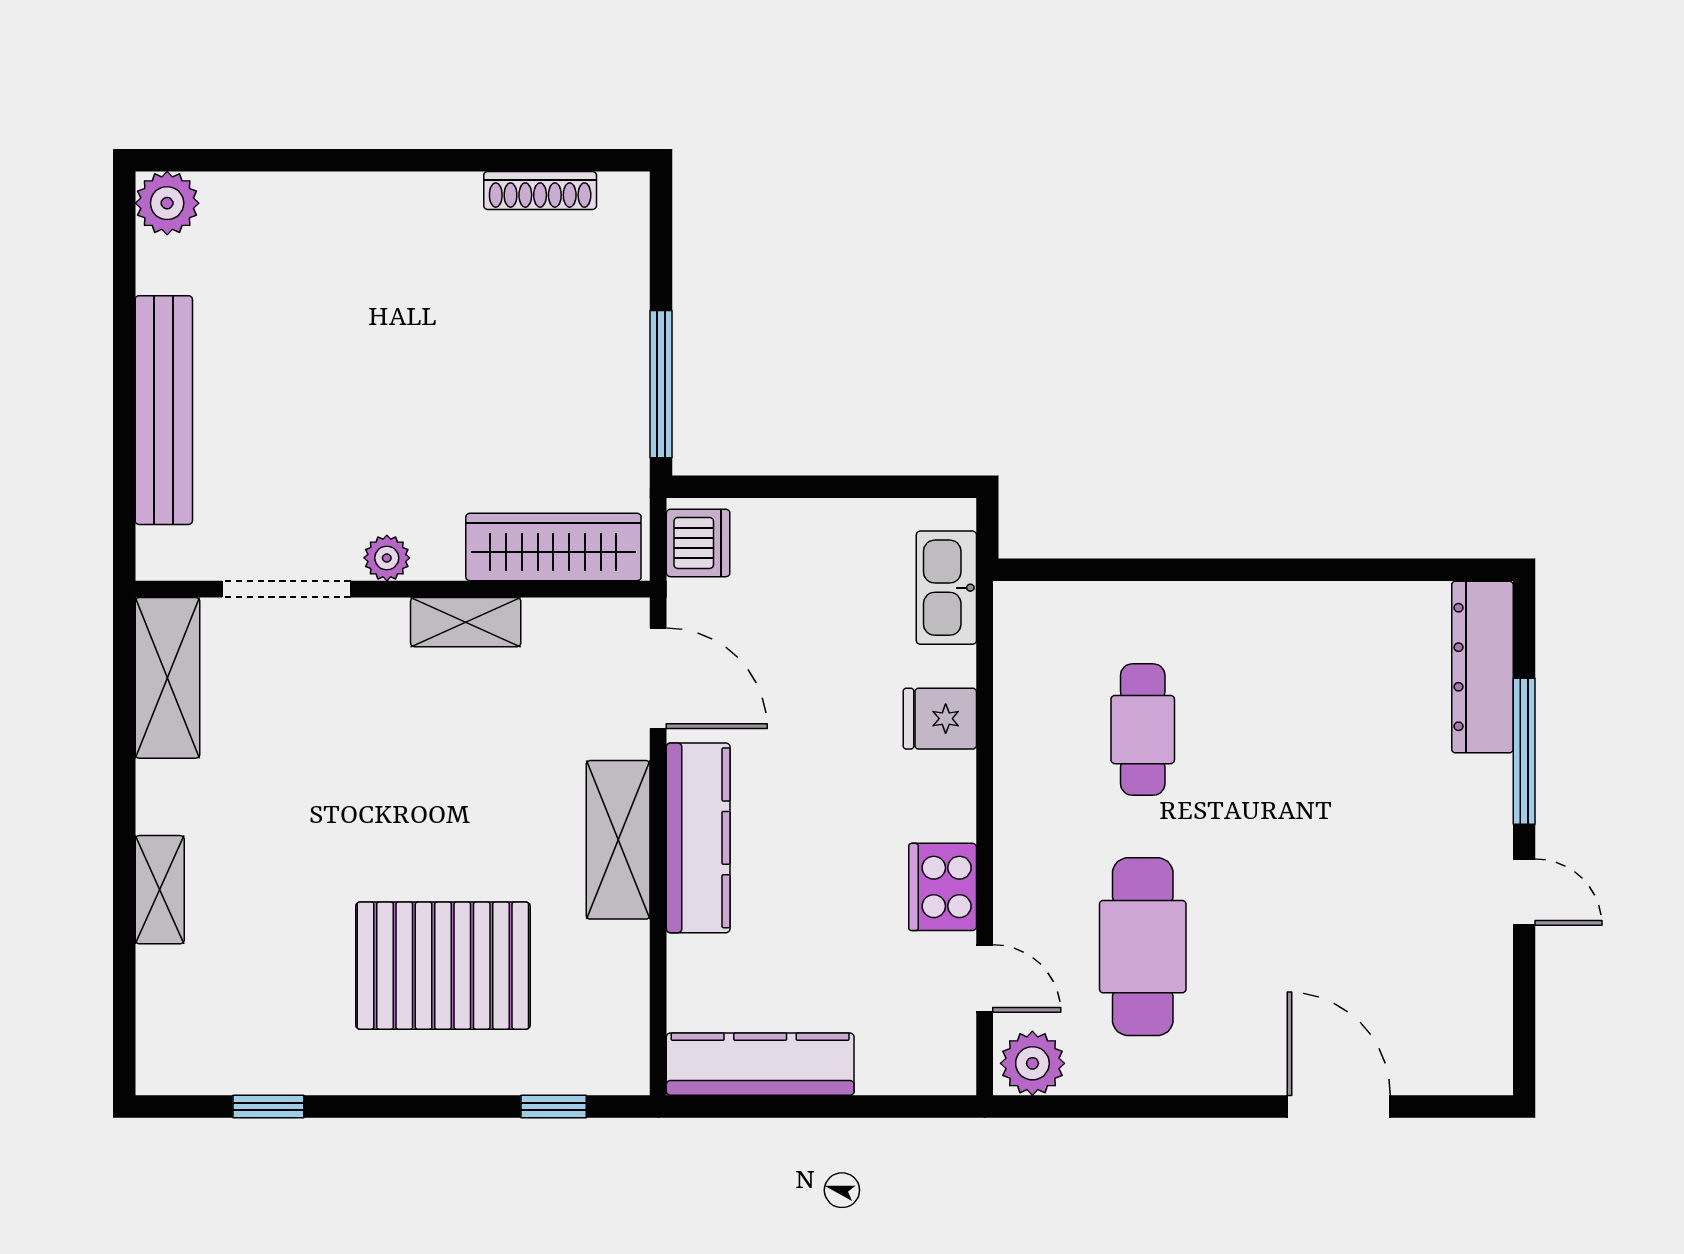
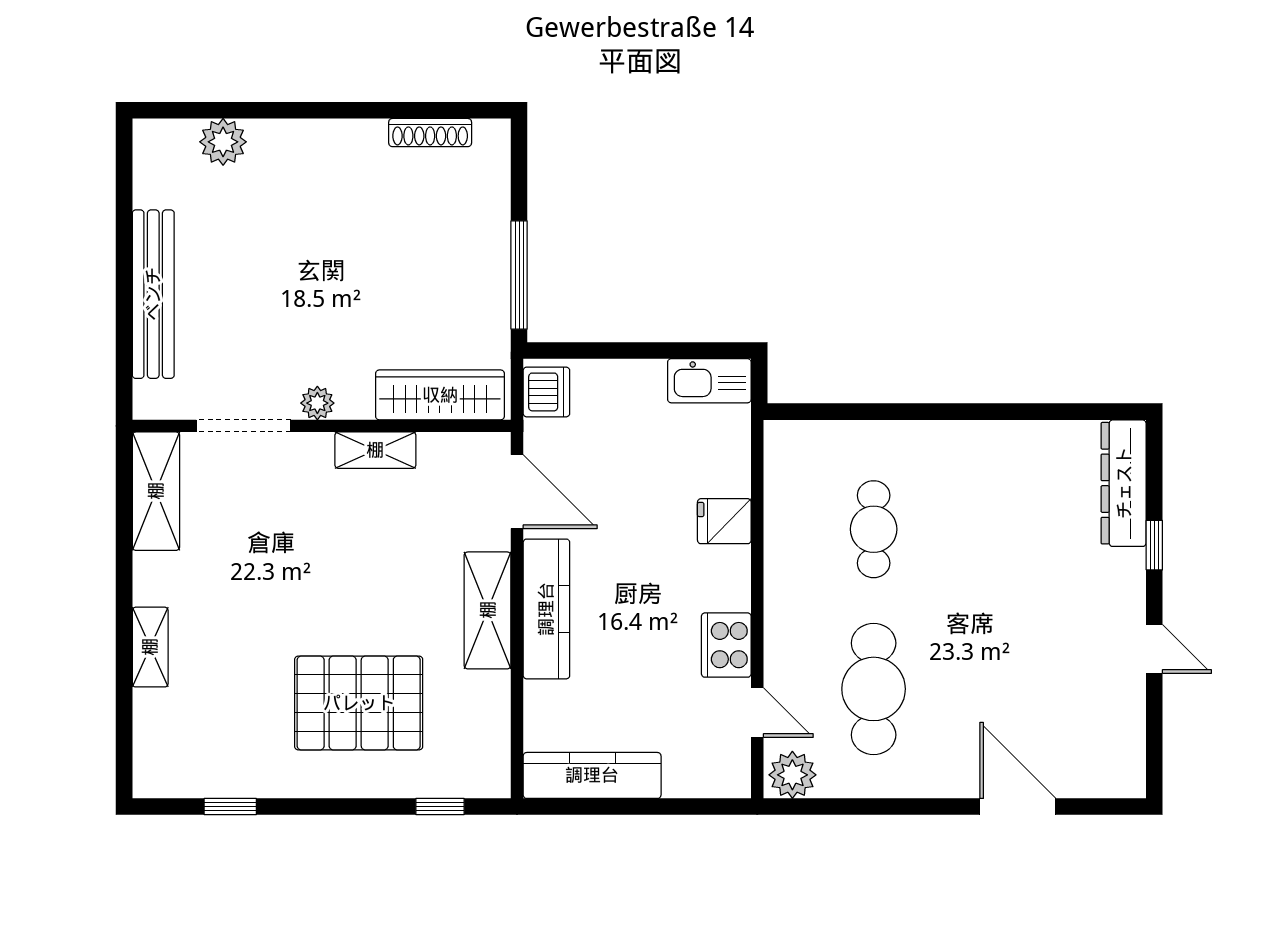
plant: (167, 203) -> (223, 142), moved
kitchen sink: (946, 588) -> (709, 381), moved, turned -90
window: (1524, 751) -> (1154, 545), width x0.46

